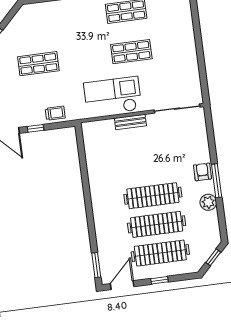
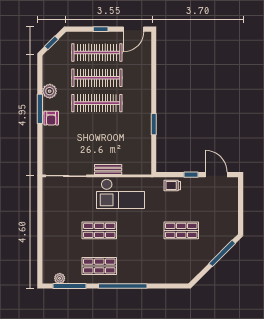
window: (96, 265) -> (154, 124), moved

